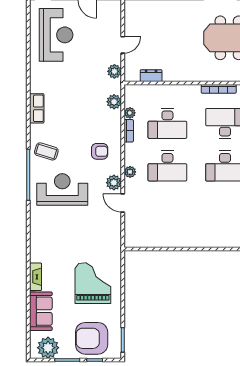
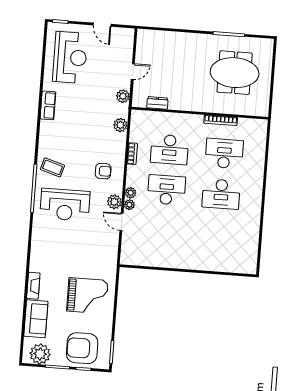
row of seats: (37, 108) -> (48, 105), moved
plant: (130, 113) -> (129, 205), moved
desk: (167, 166) -> (166, 190), turned 180
reception desk: (62, 190) -> (65, 205), turned 180
grand piano: (93, 283) -> (87, 296), turned 90

